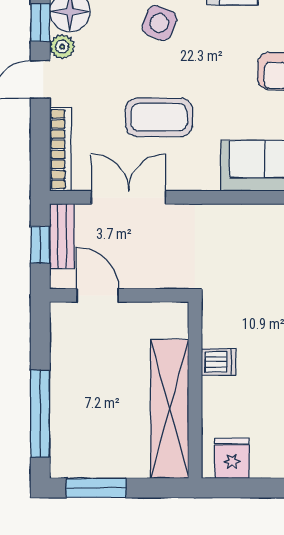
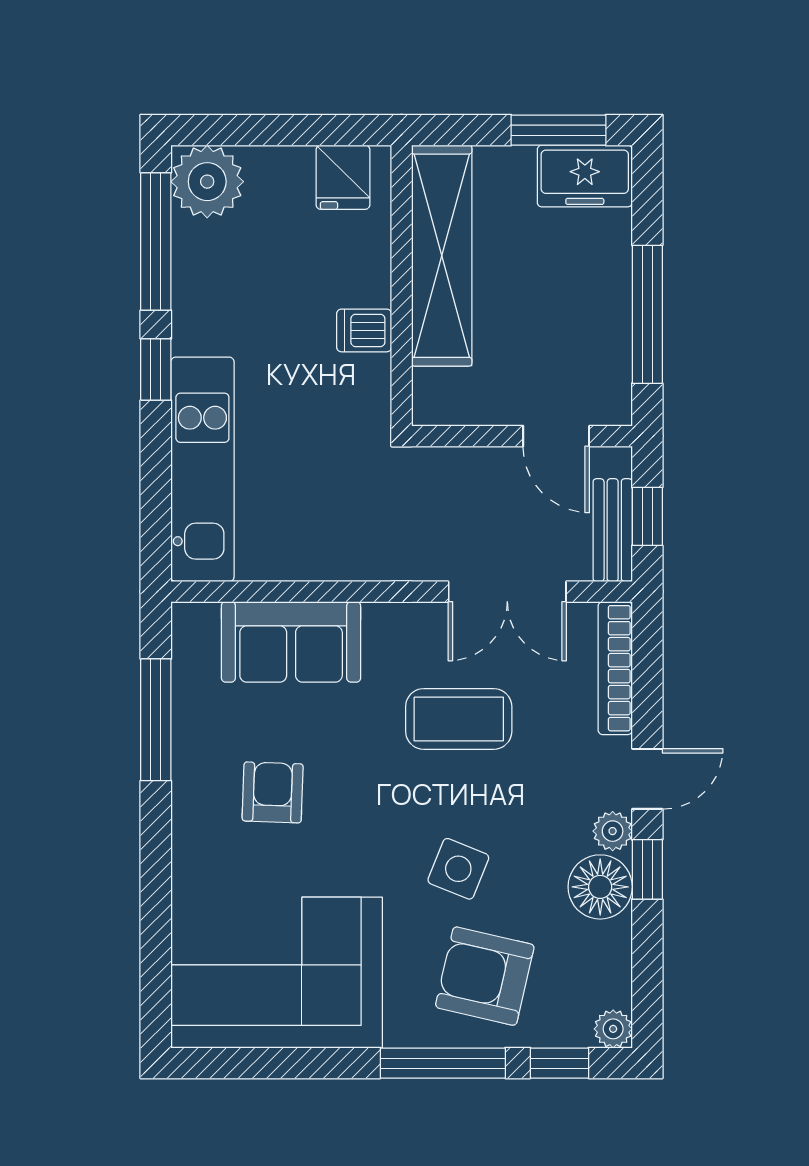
window: (40, 414) -> (647, 314), moved
freezer: (80, 459) -> (585, 176), added

